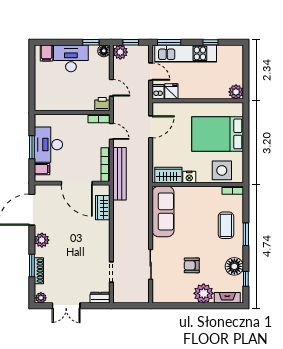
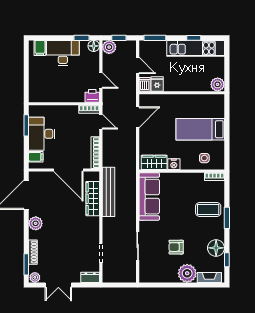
kitchen unit: (186, 53) -> (196, 48), moved
bed: (218, 134) -> (200, 129), width x0.67
window: (32, 147) -> (26, 125), moved
side table: (222, 170) -> (204, 158), width x0.54, depth x0.54
bench: (120, 174) -> (108, 192), moved
wardrobe: (103, 208) -> (93, 199), width x1.50
coffee table: (226, 225) -> (208, 209), turned 90
window: (32, 265) -> (26, 264), moved

